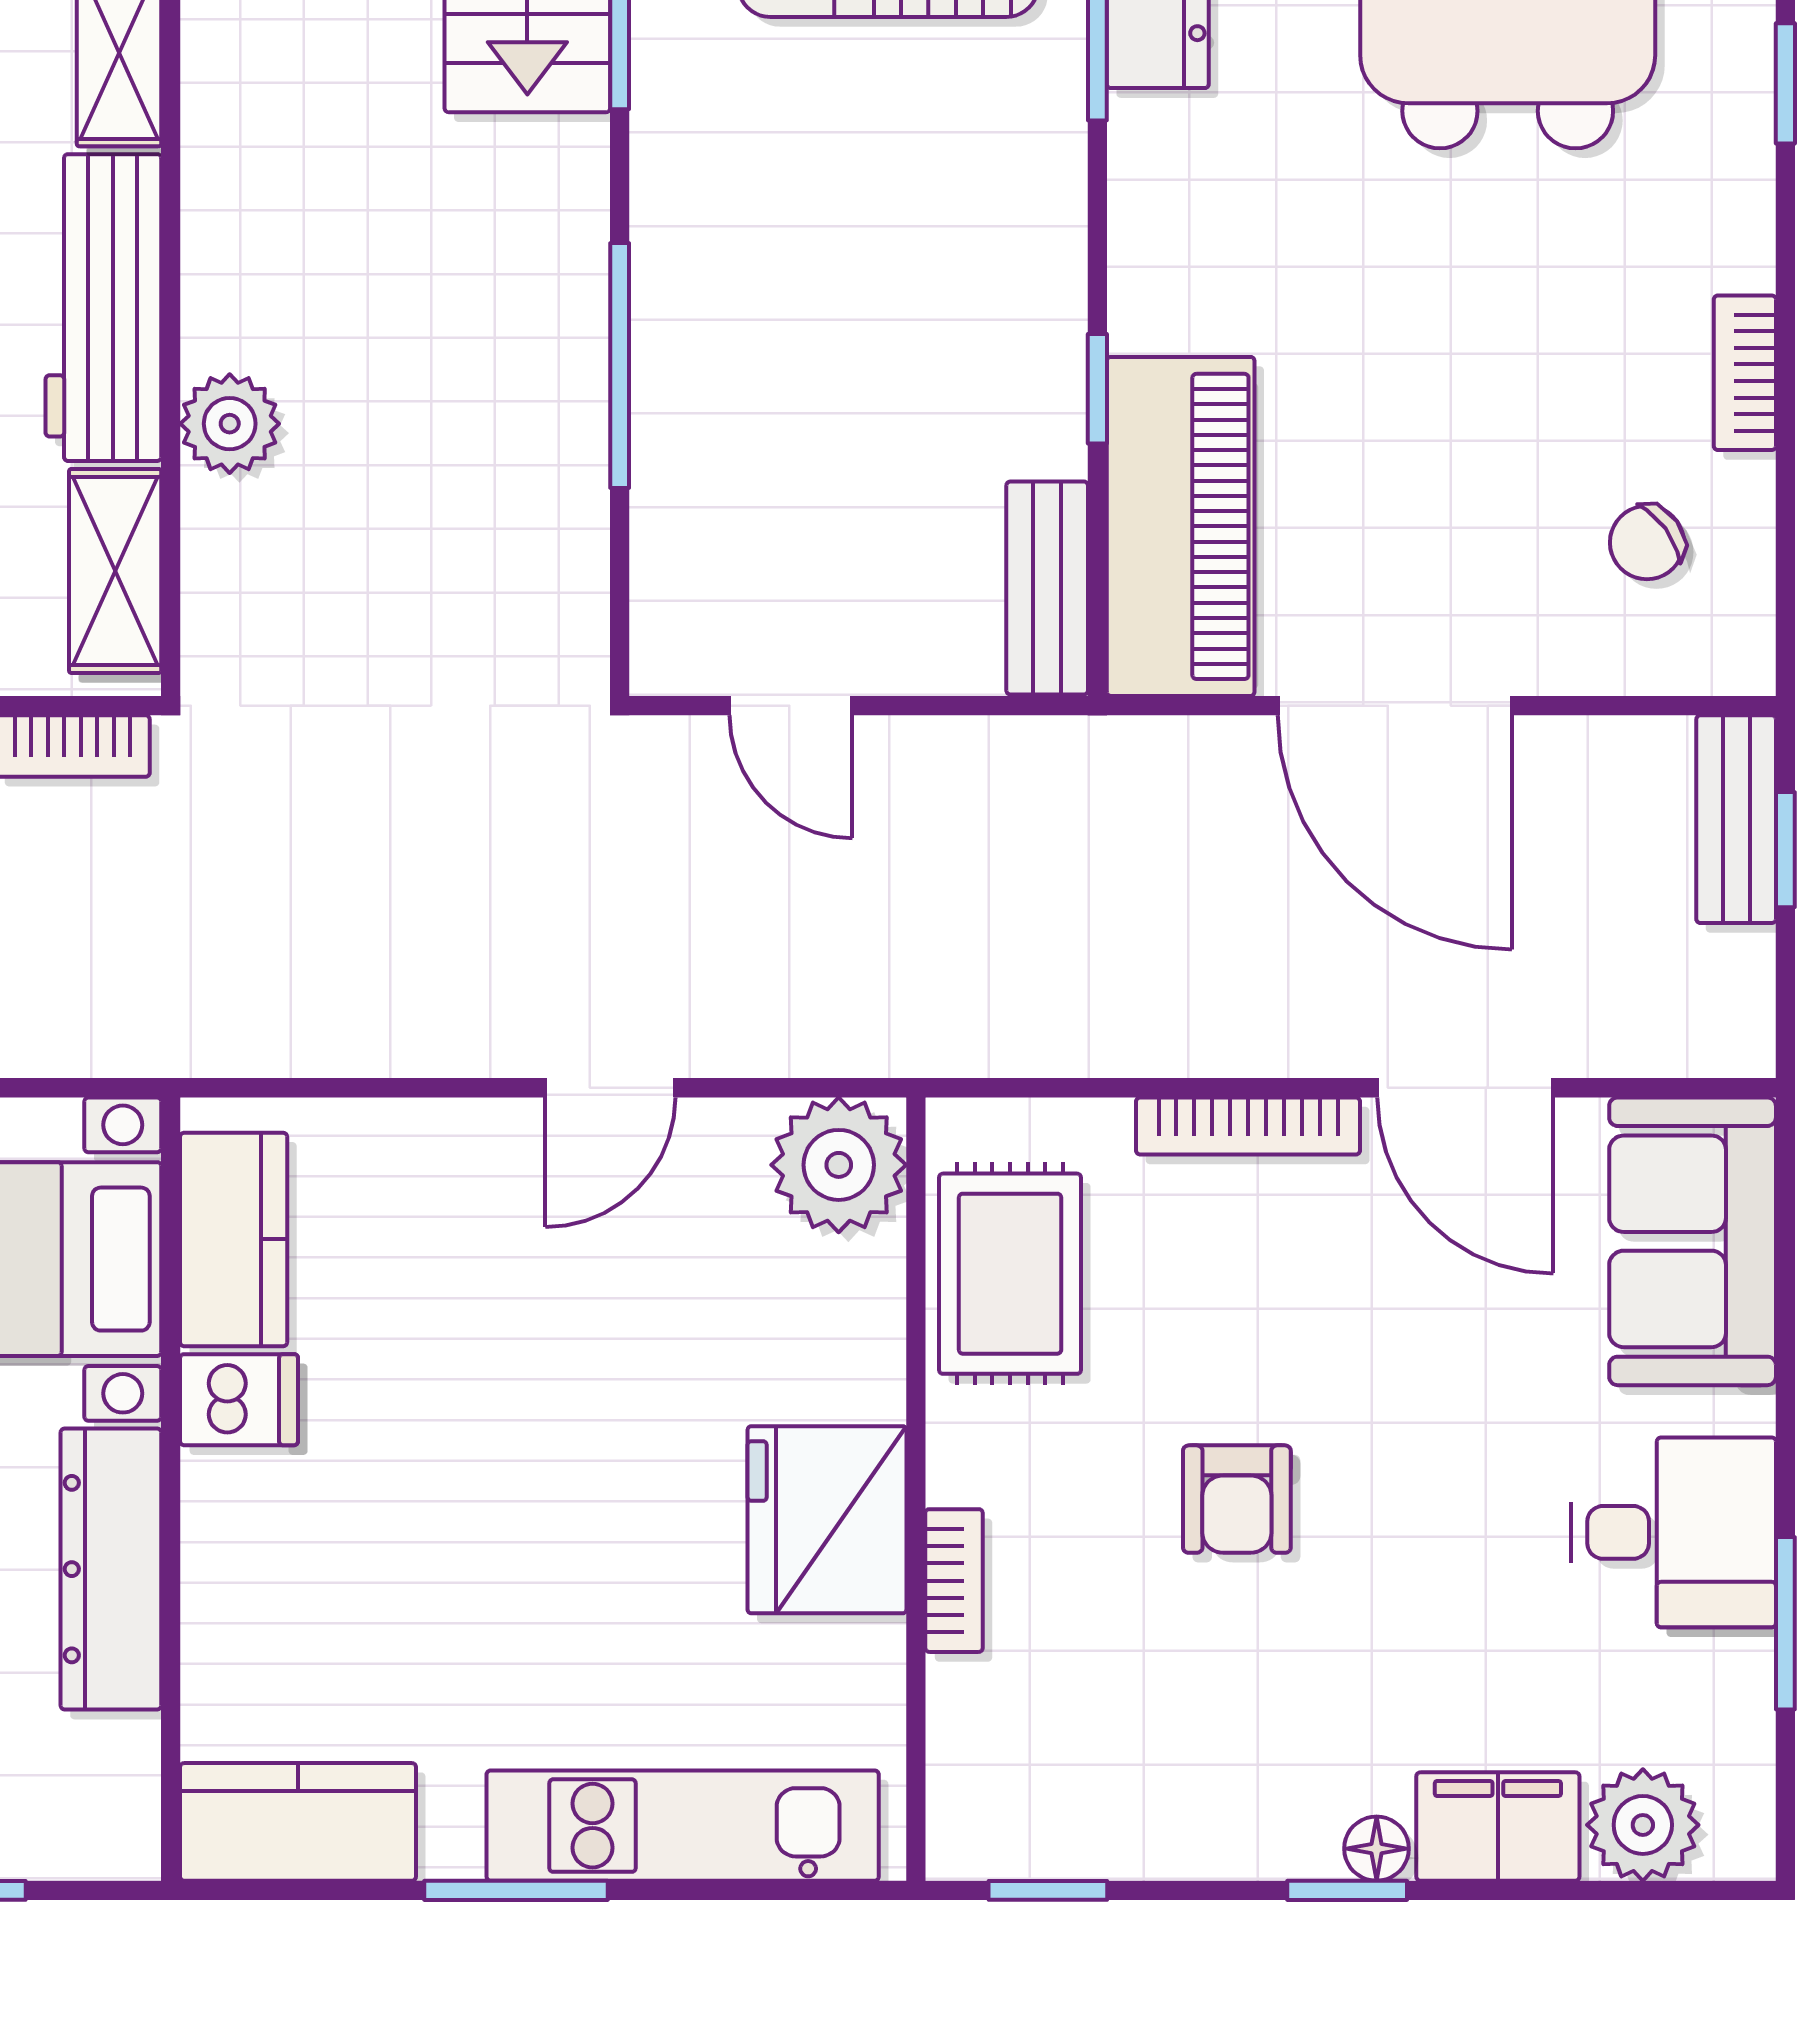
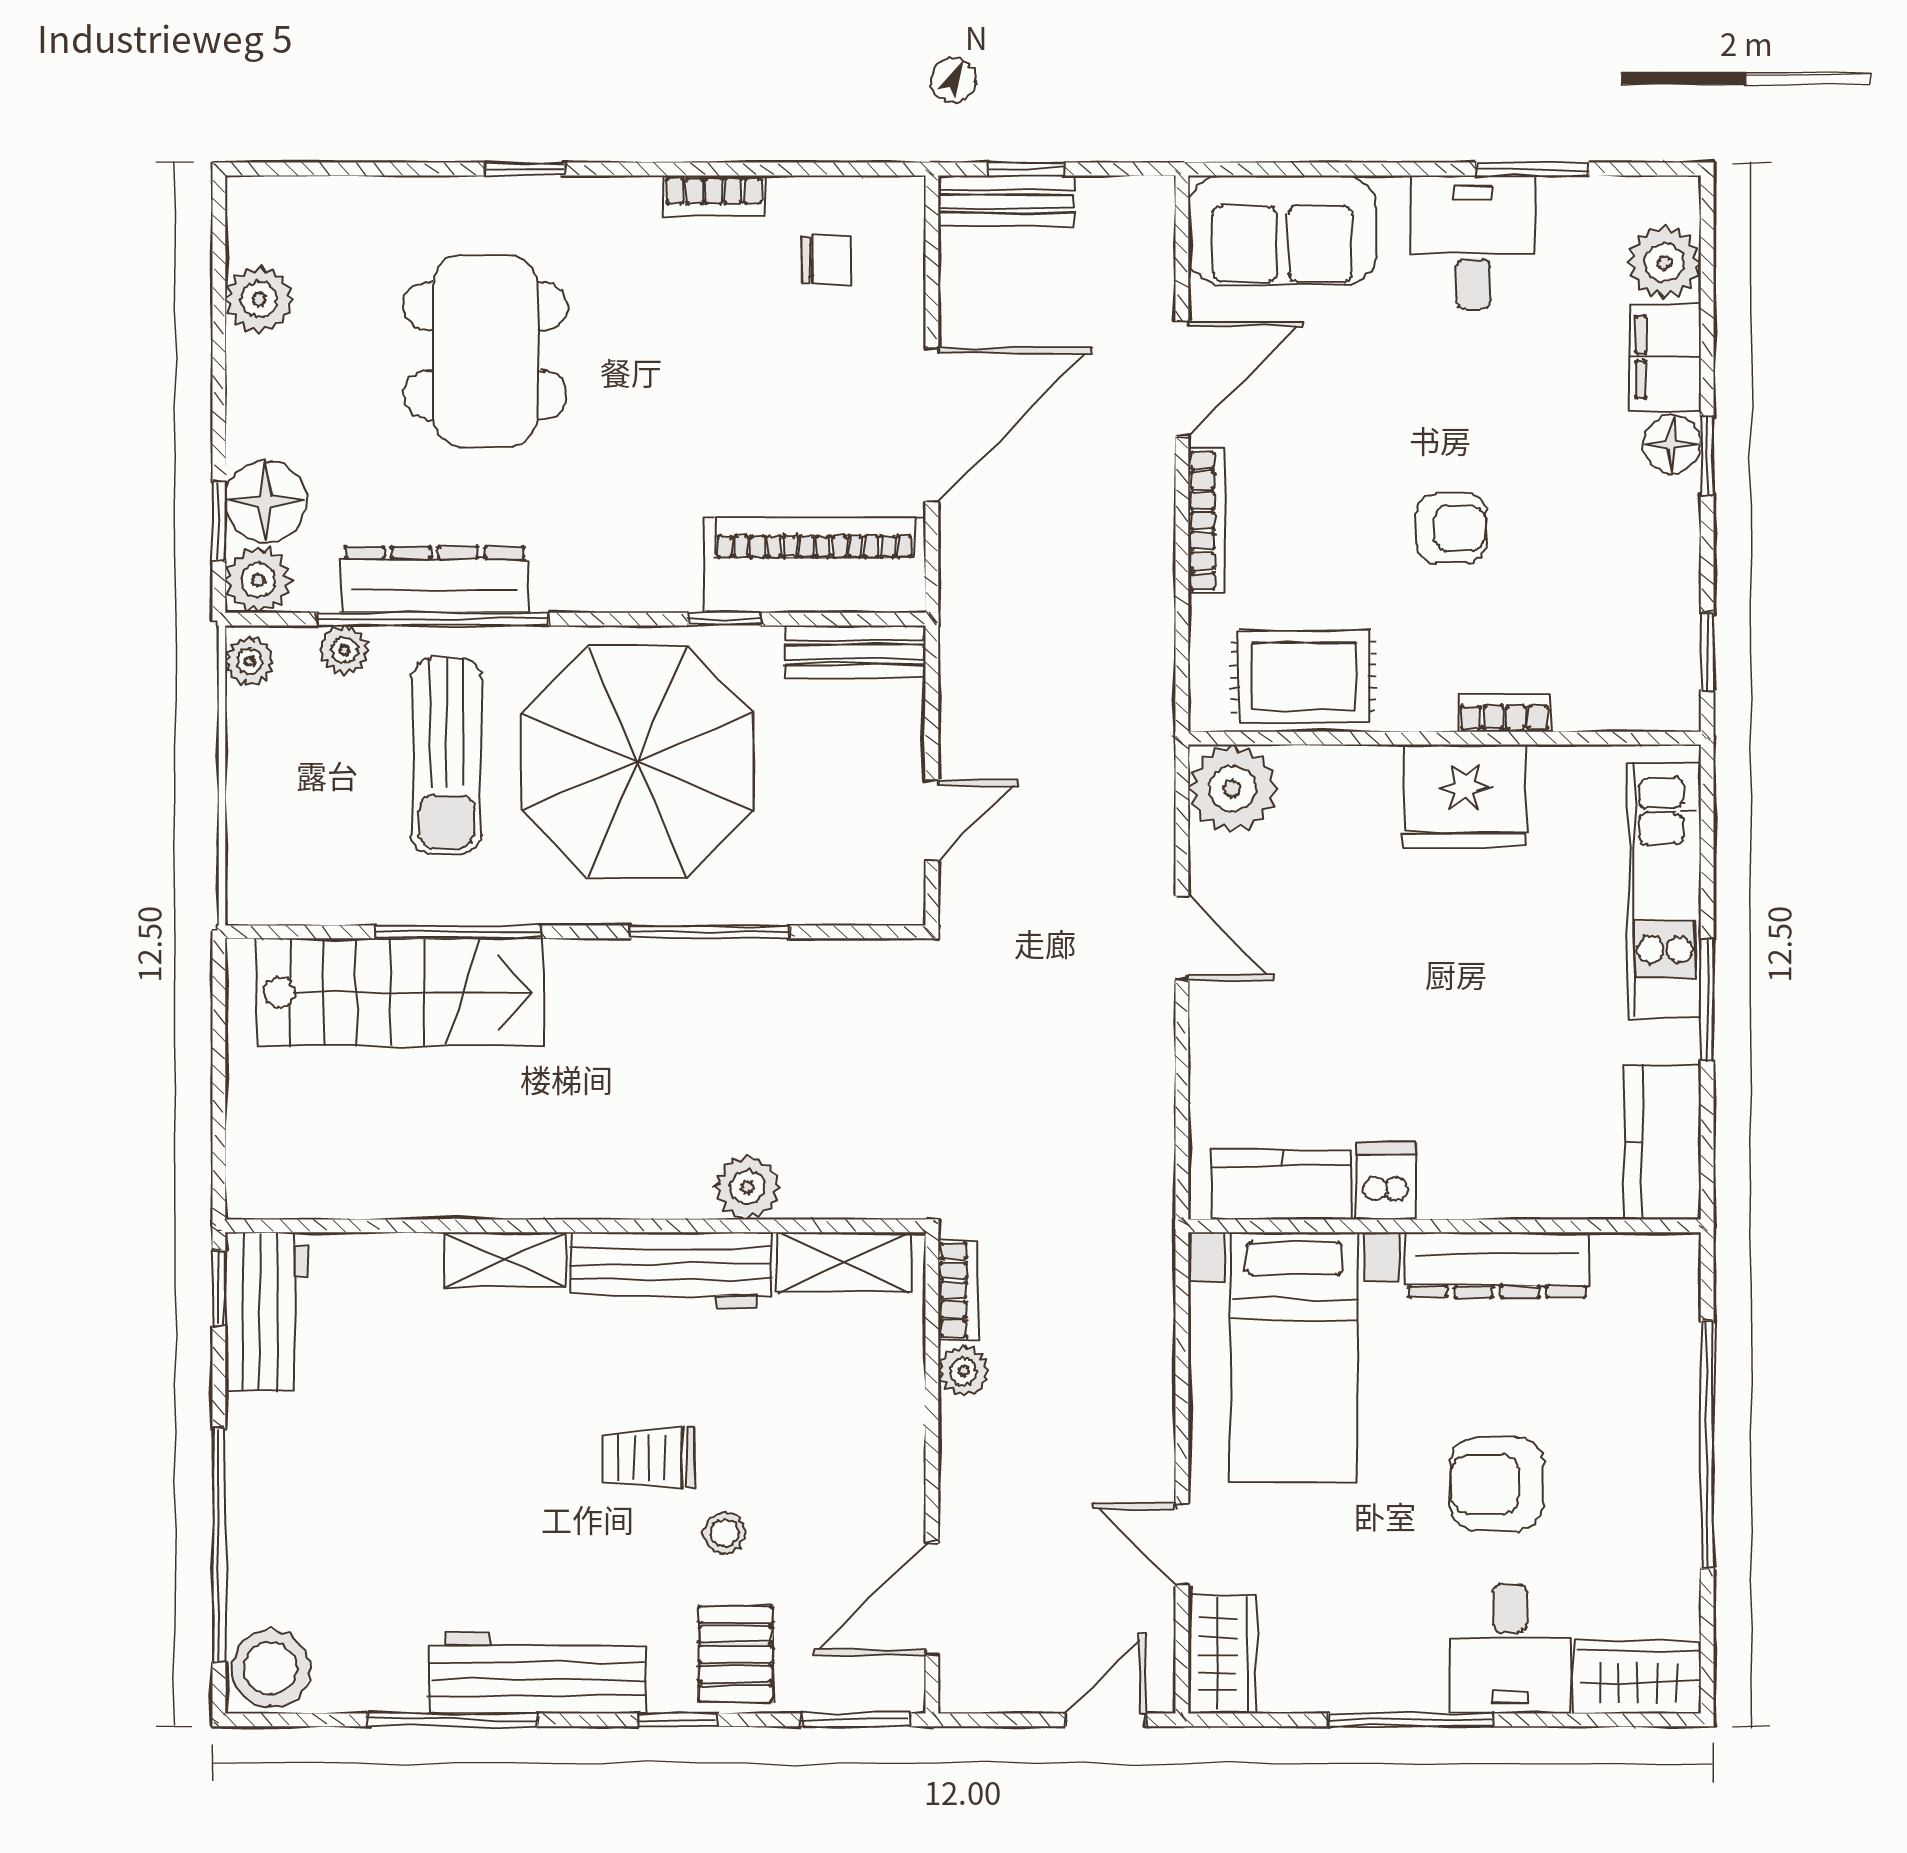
parasol: (880, 256) -> (637, 762), added
chair: (1647, 543) -> (825, 260), turned -54
floor lamp: (1377, 1849) -> (1672, 444), width x1.37, depth x1.37

